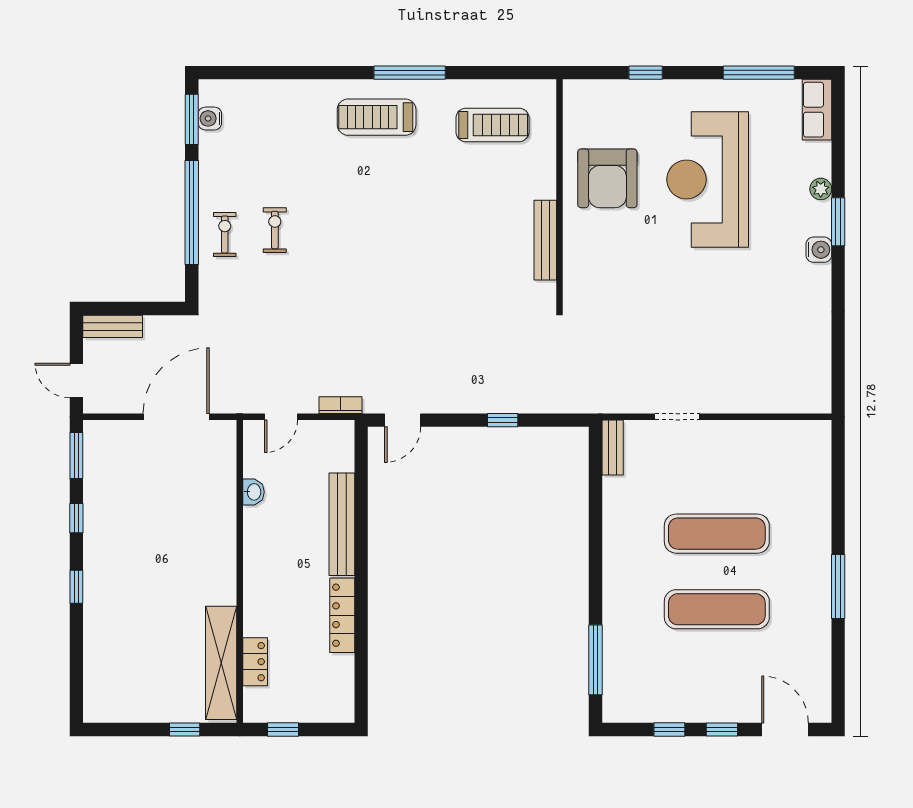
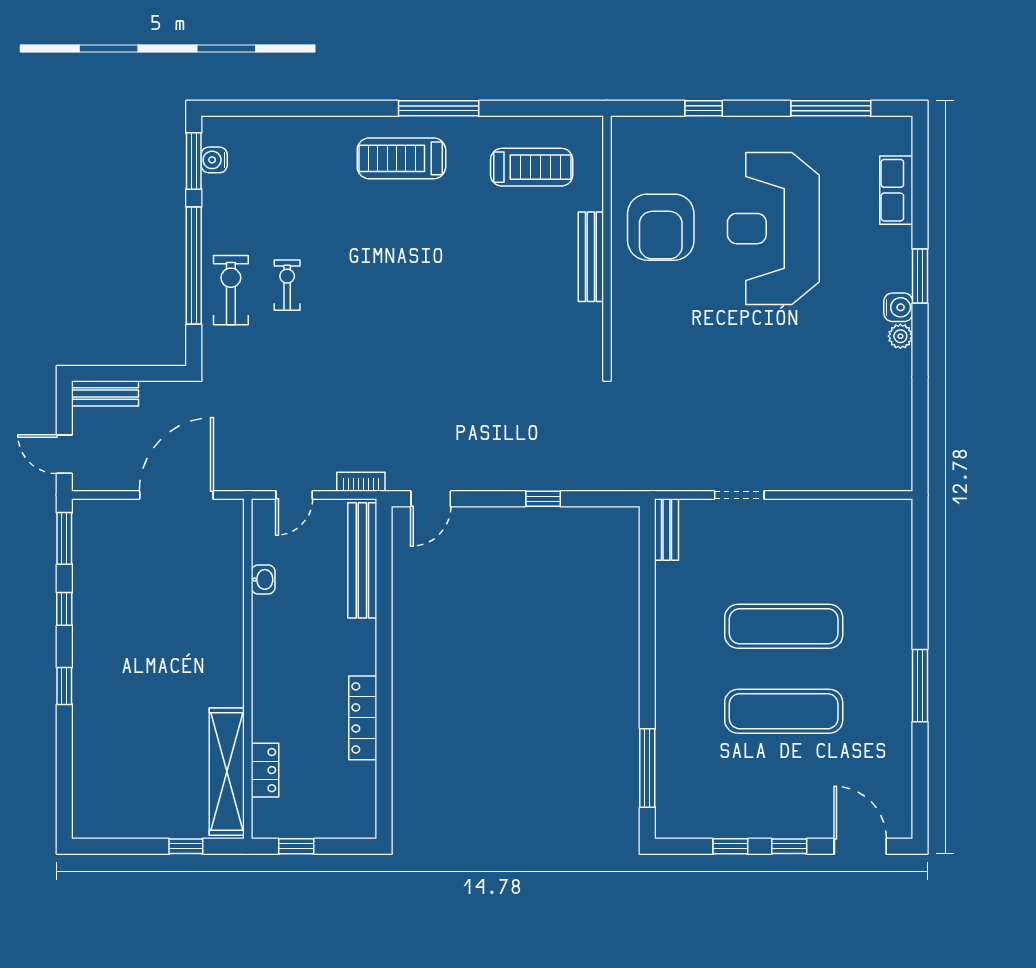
row of seats: (817, 110) -> (896, 190), moved
plant: (821, 189) -> (900, 336), moved
exercise bike: (225, 234) -> (231, 290), width x1.38, depth x1.39
bench: (545, 240) -> (591, 257), moved
bench: (342, 524) -> (362, 560), moved

